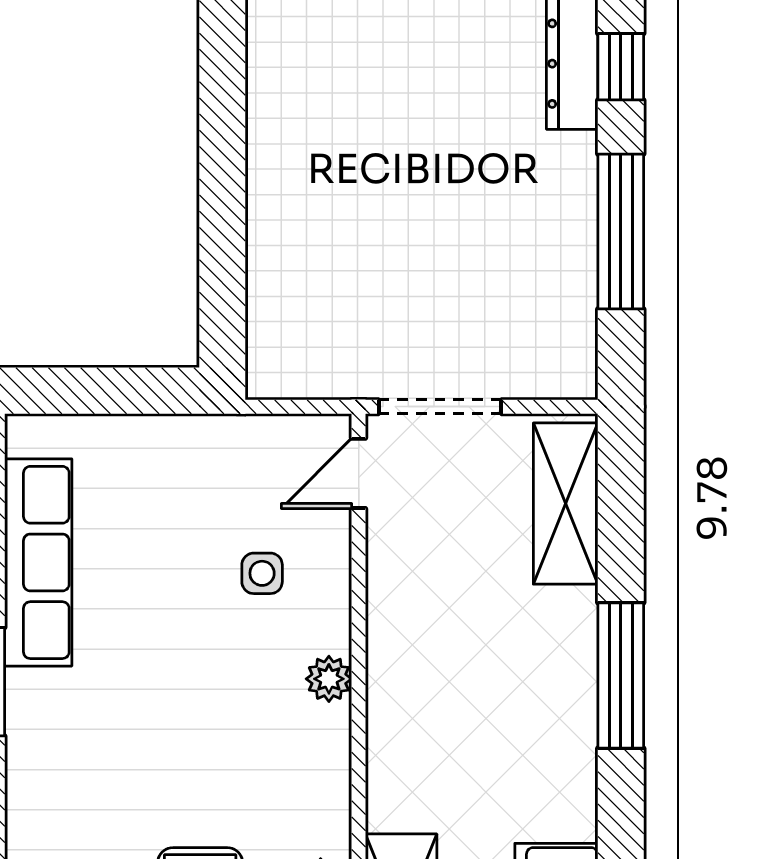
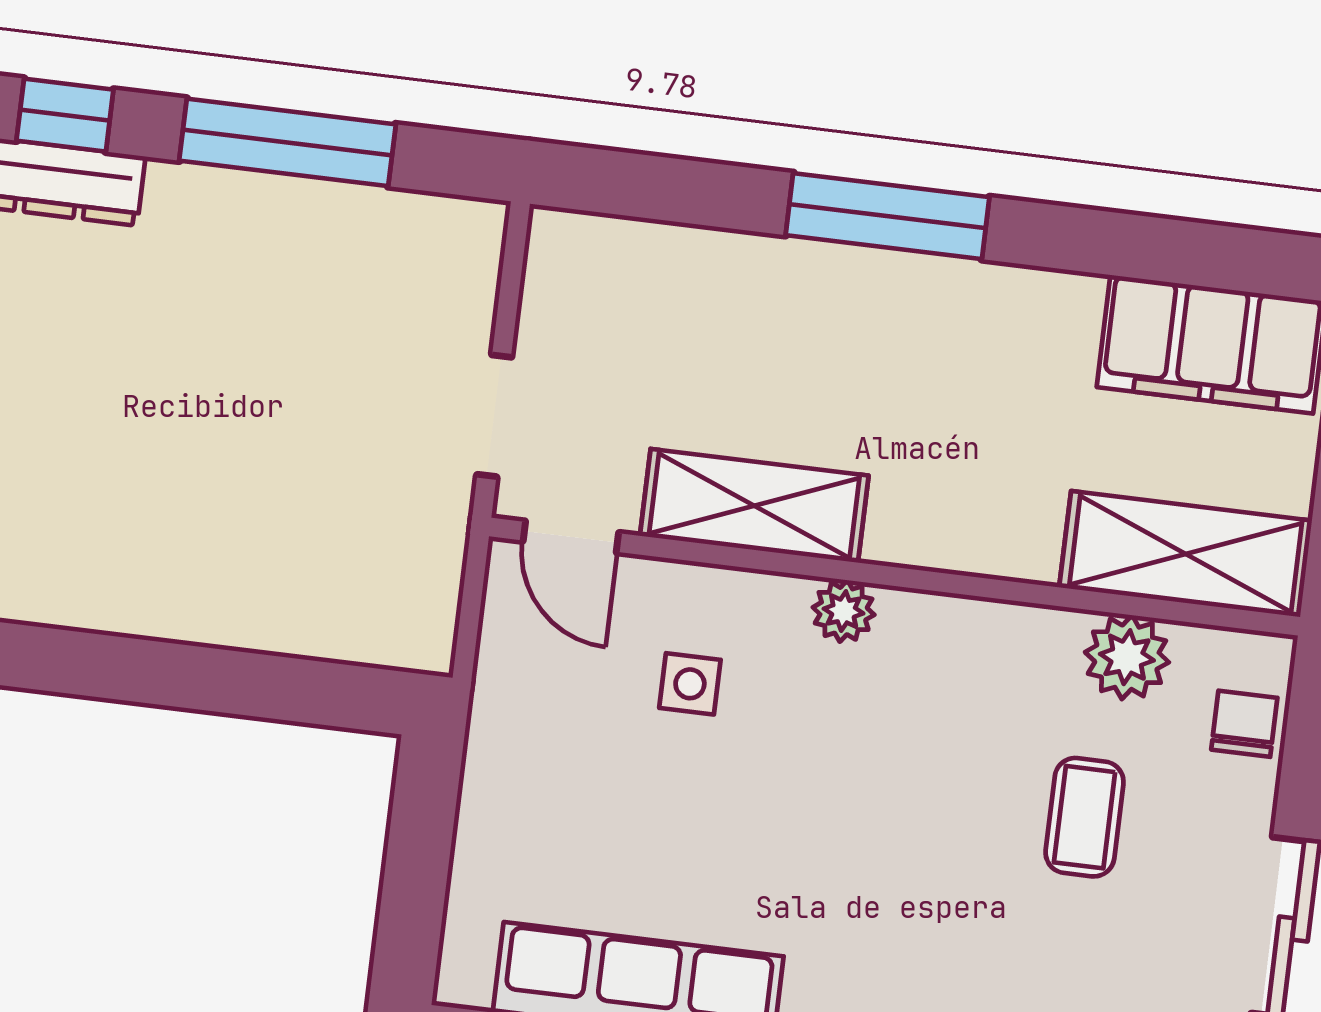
doorway: (440, 407) -> (494, 416), width x0.73
shelving: (566, 504) -> (754, 506), moved

